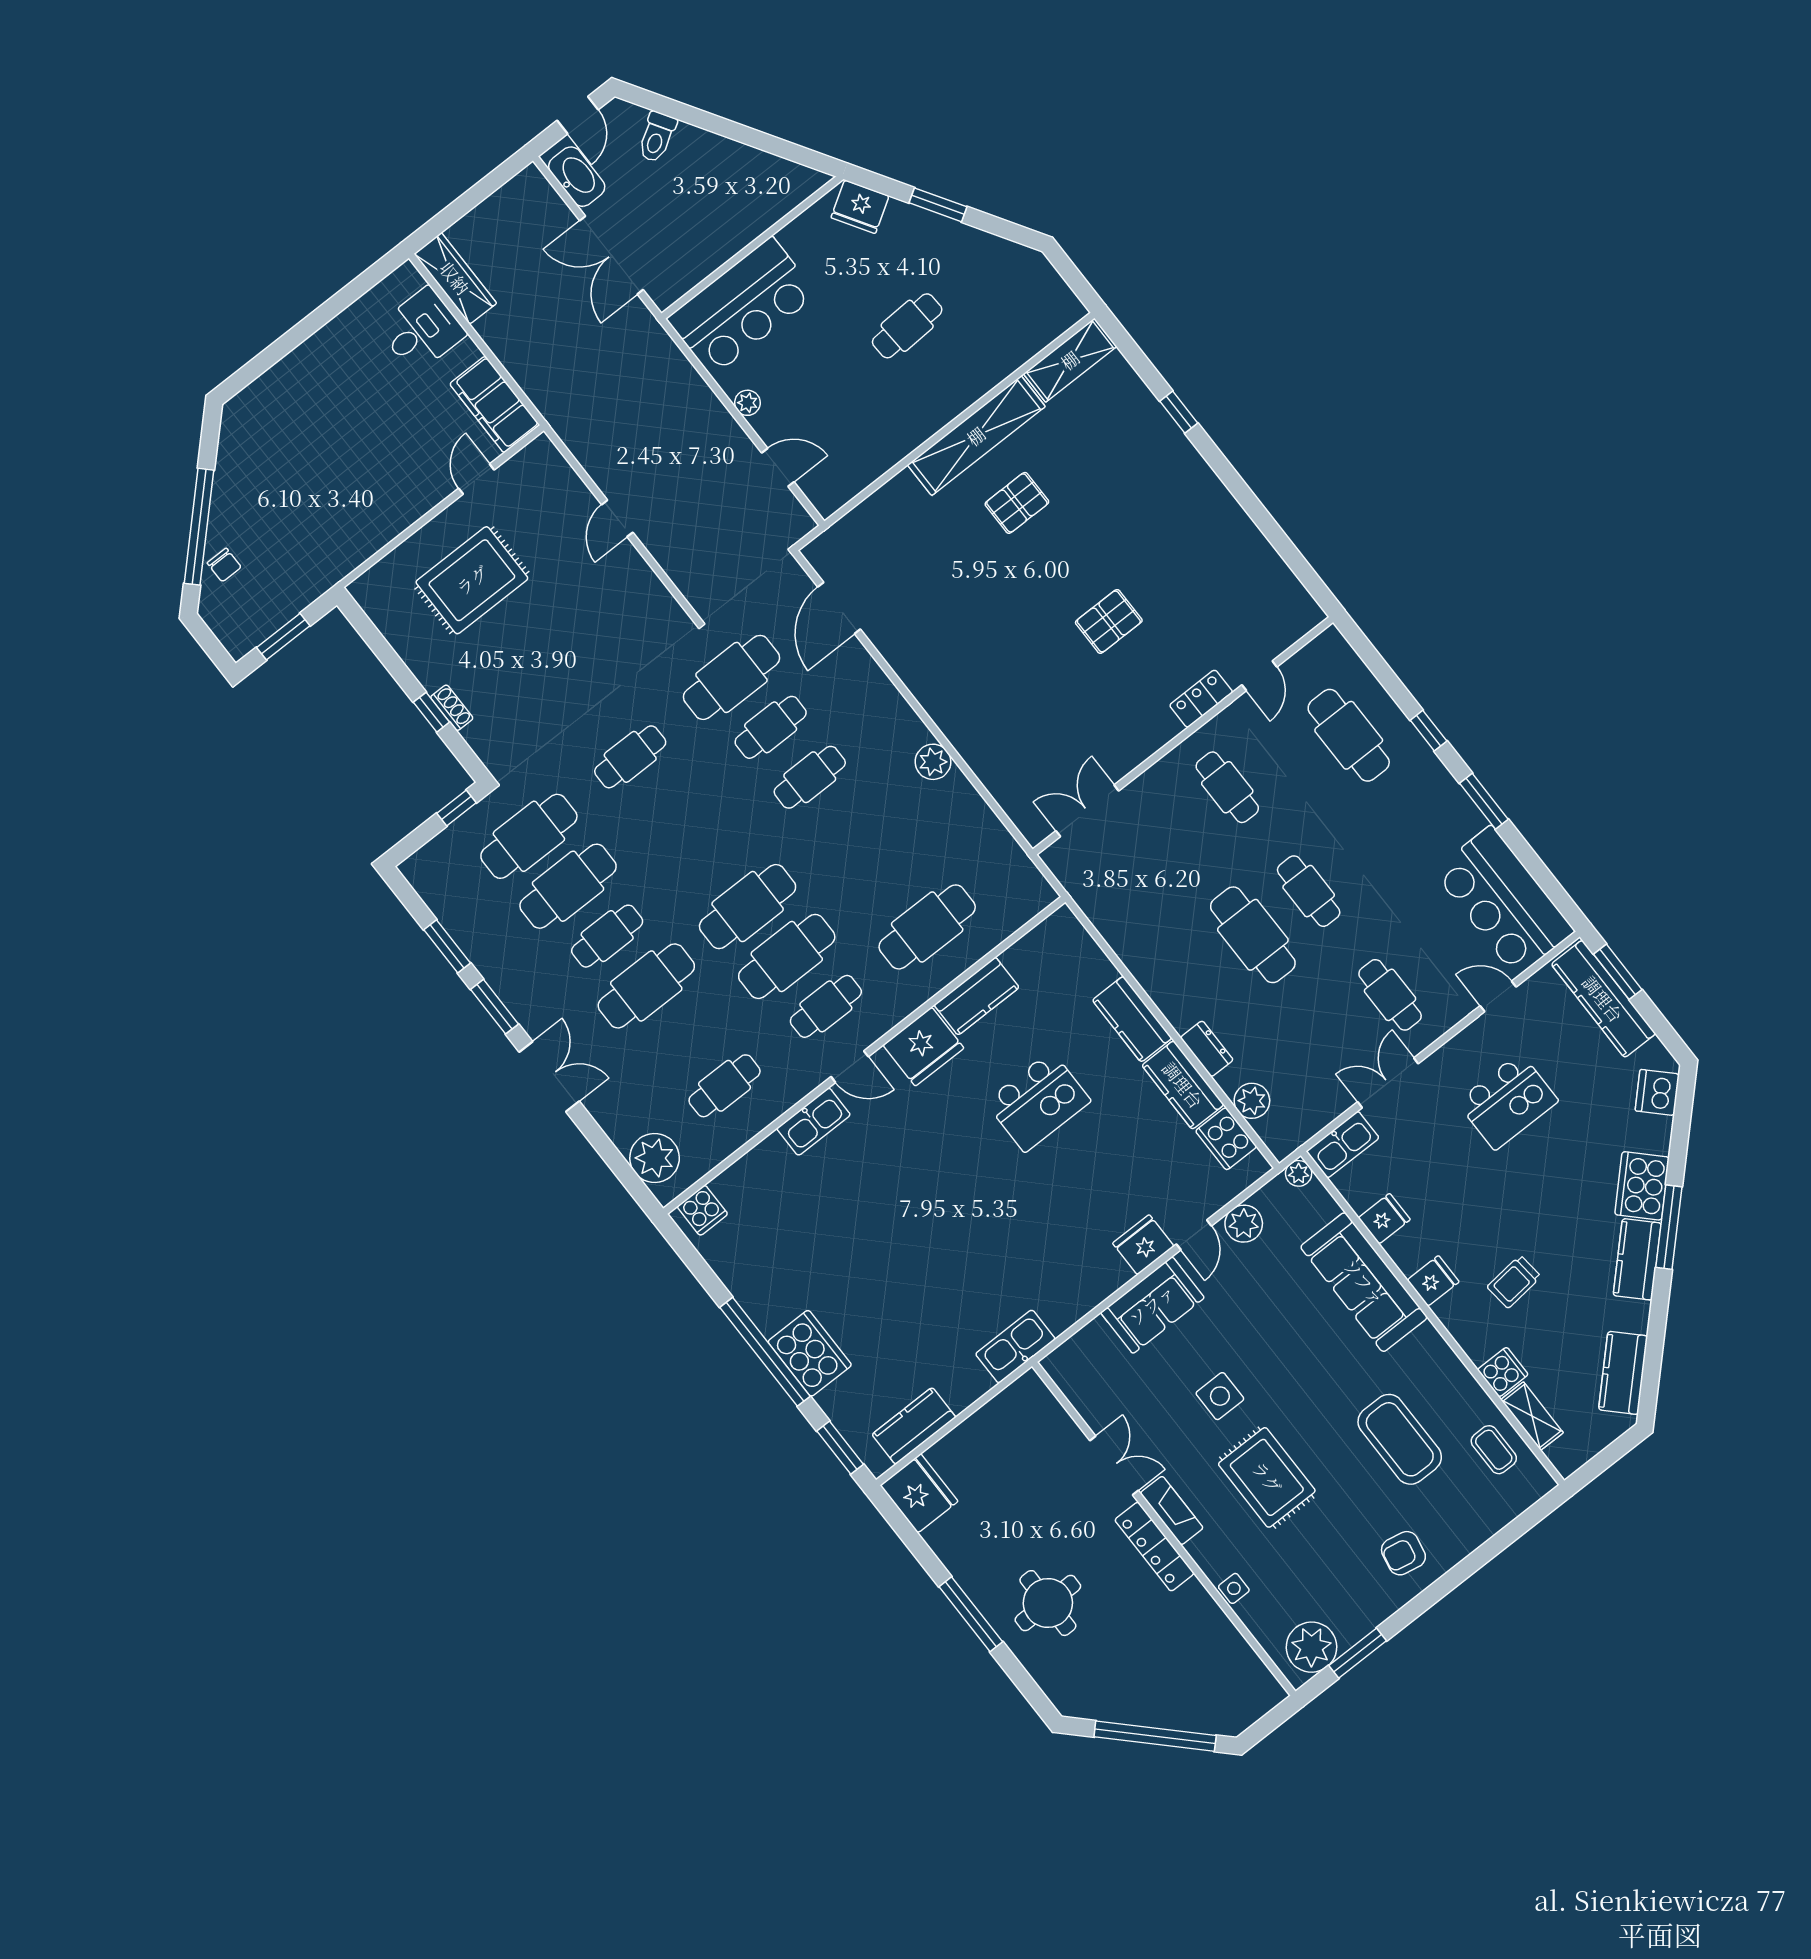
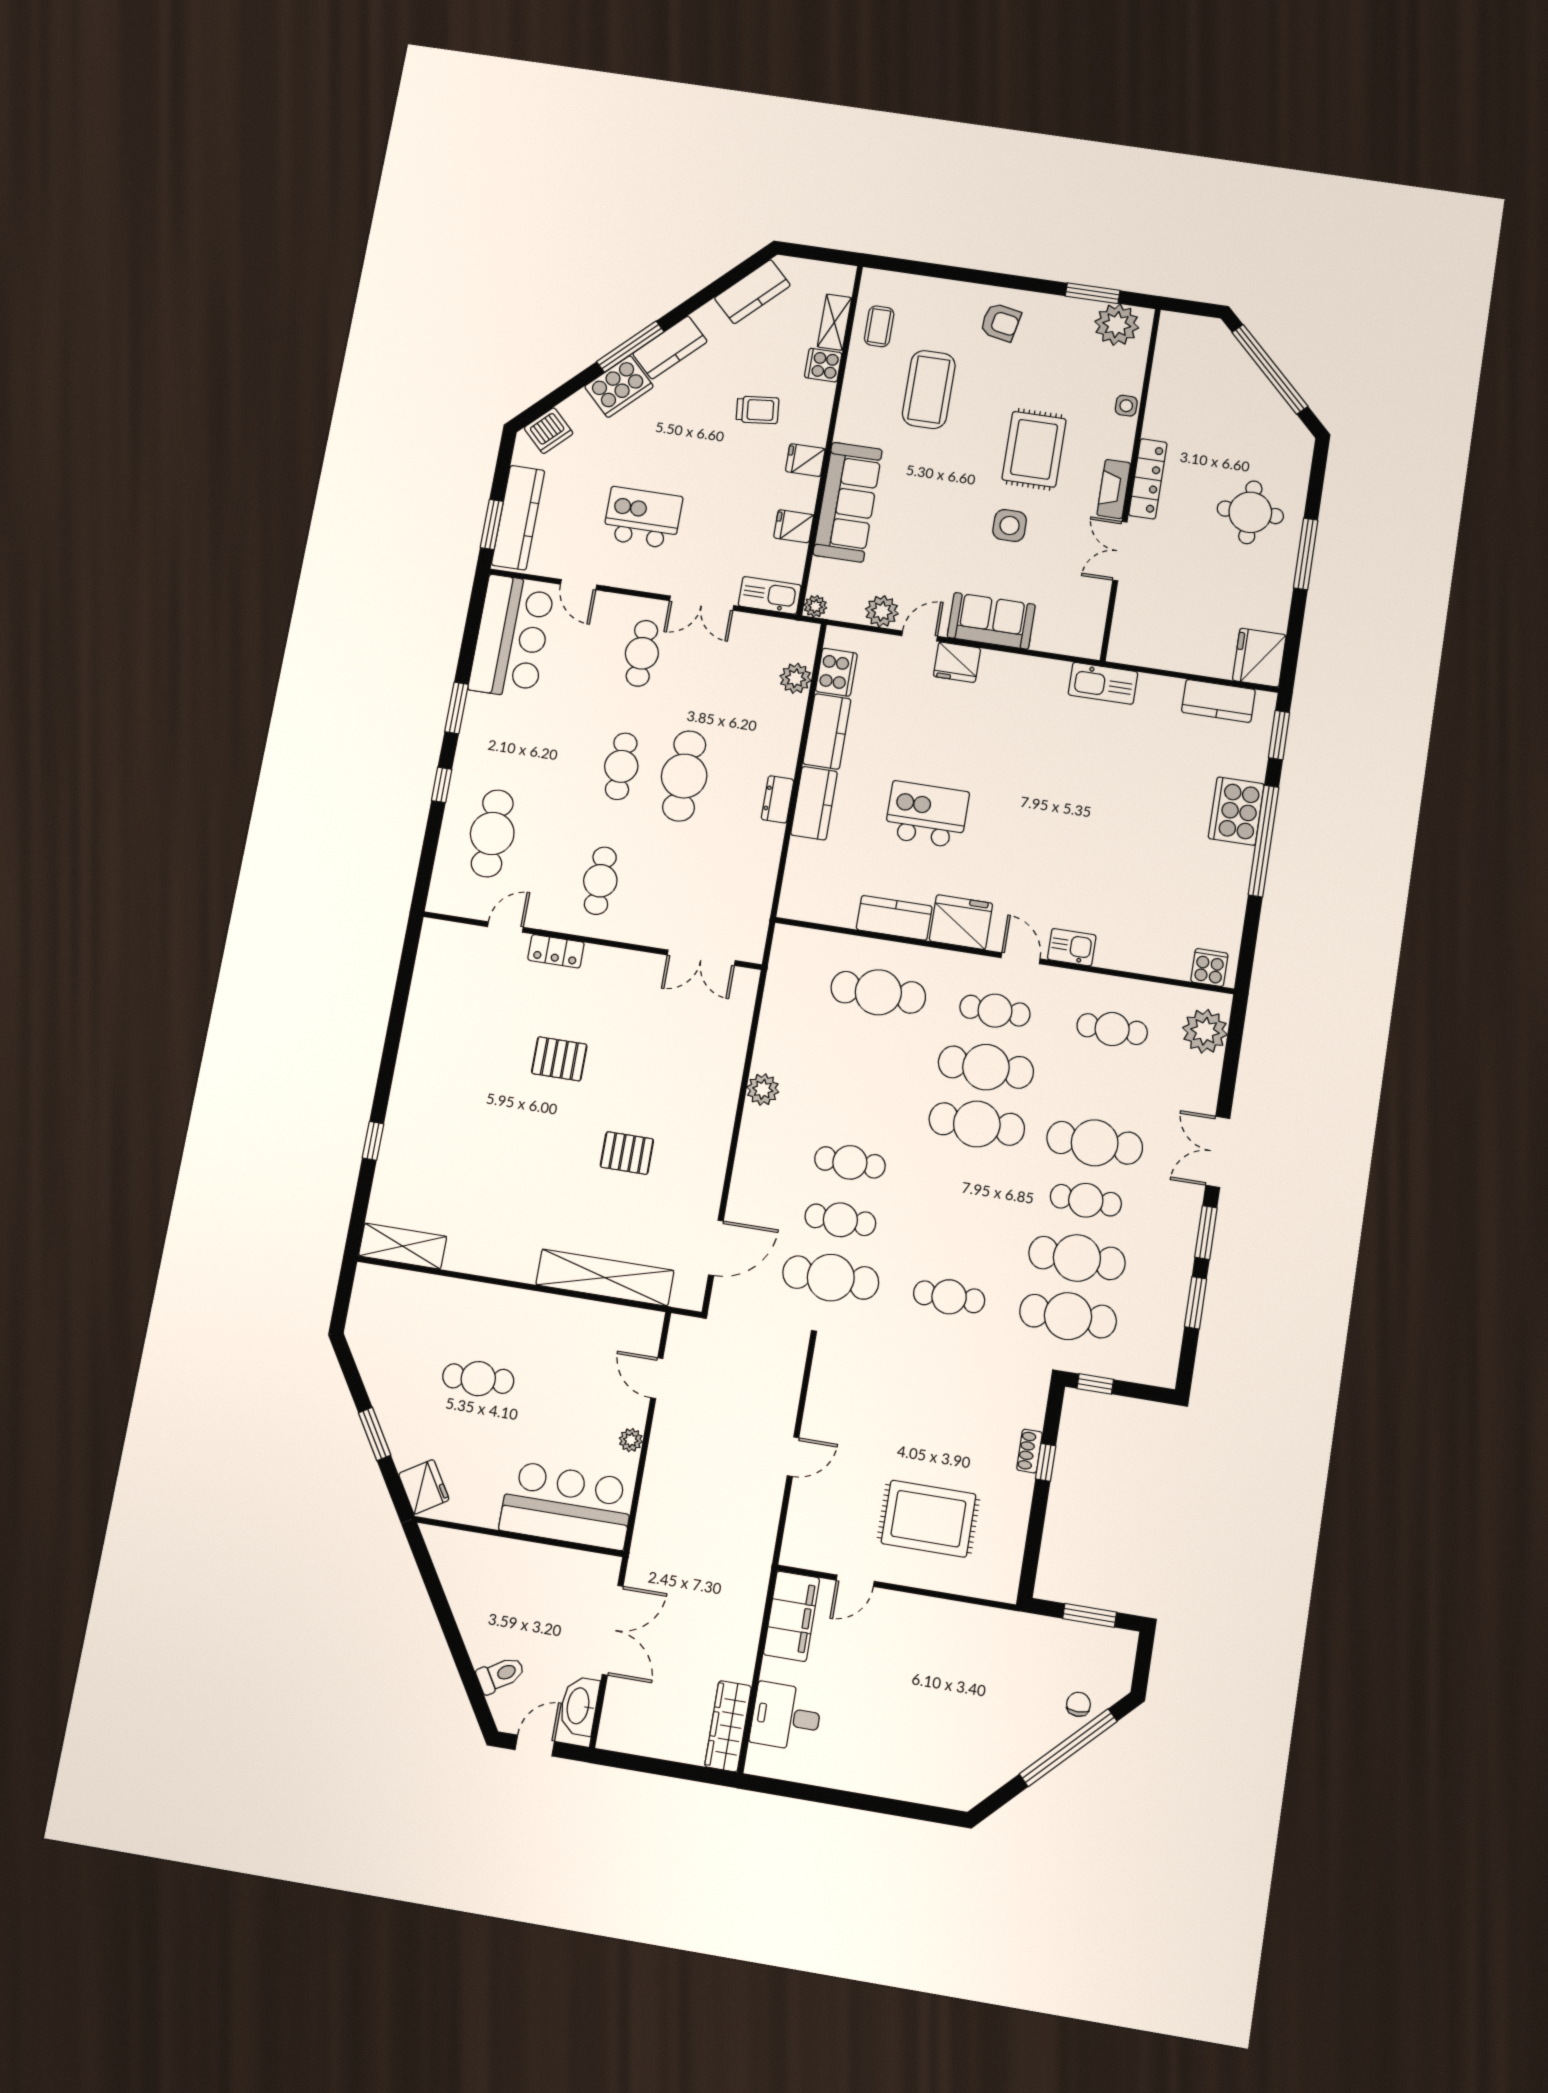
shelving: (976, 436) -> (605, 1278), moved
pallet: (1017, 503) -> (627, 1153), moved
dresser: (1207, 1049) -> (778, 799), moved
kitchen sink: (814, 1122) -> (1072, 947), width x0.73

